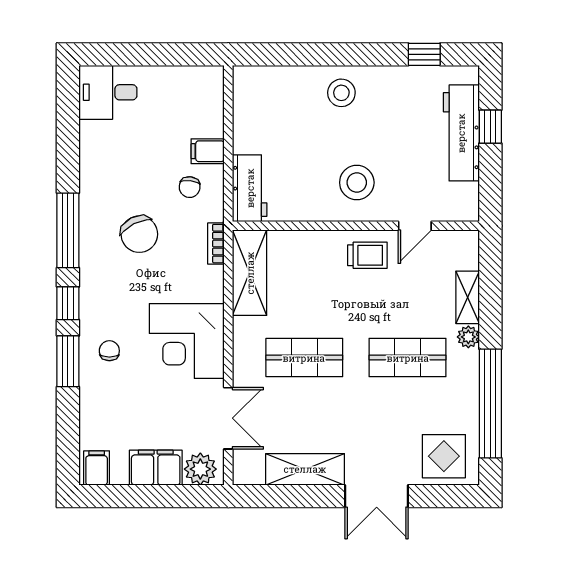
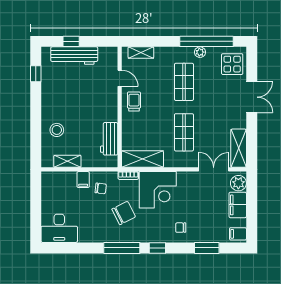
desk: (108, 92) -> (59, 228), width x1.37
stool: (341, 93) -> (57, 130), moved
shelving: (245, 119) -> (67, 161), added
stool: (357, 183) -> (98, 107), removed
workbench: (250, 188) -> (109, 139), moved, turned -90
shelving: (468, 297) -> (141, 53), moved
plant: (468, 337) -> (200, 52), moved
corner desk: (187, 341) -> (158, 190), moved
window: (68, 361) -> (207, 248), moved
shelving: (305, 469) -> (239, 148), moved

